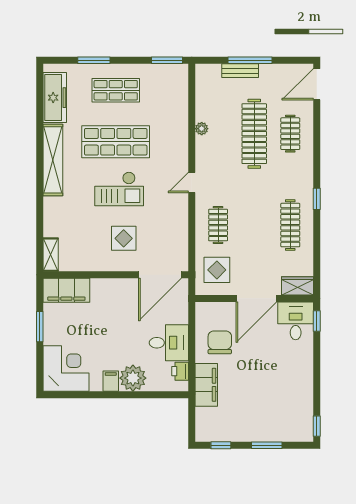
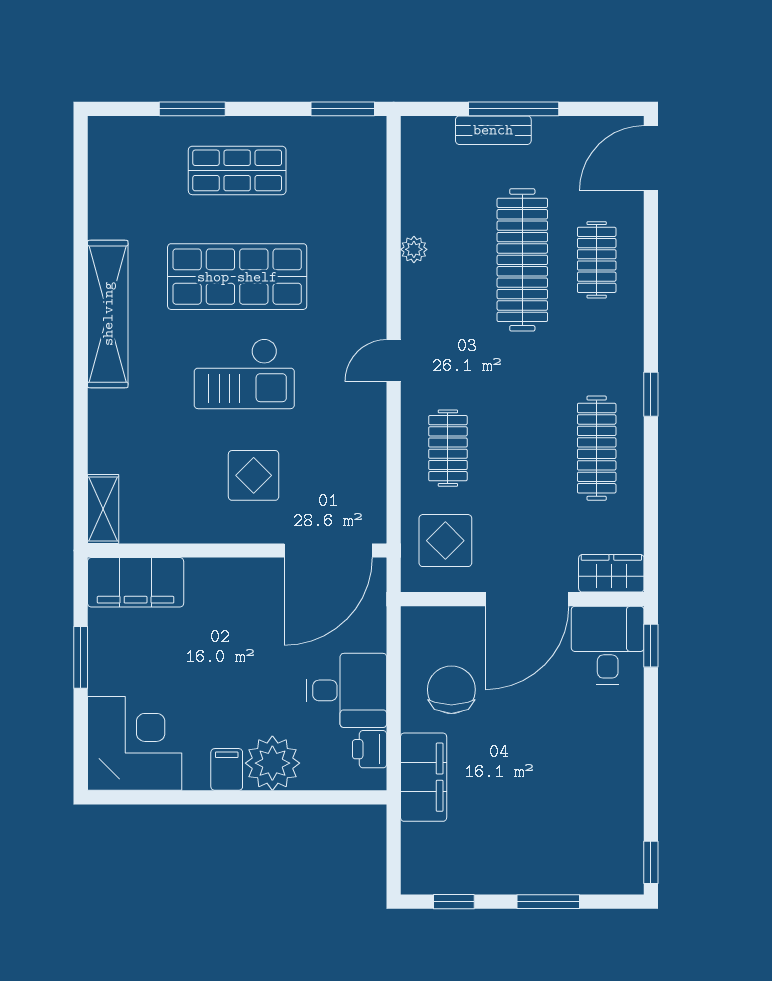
freezer: (55, 98) -> (112, 186), removed

